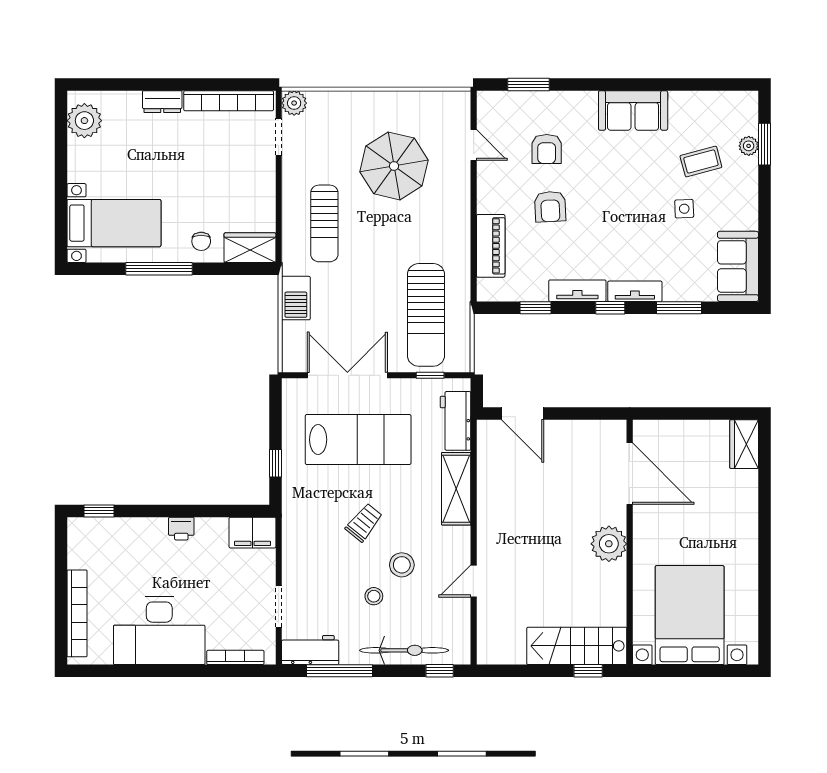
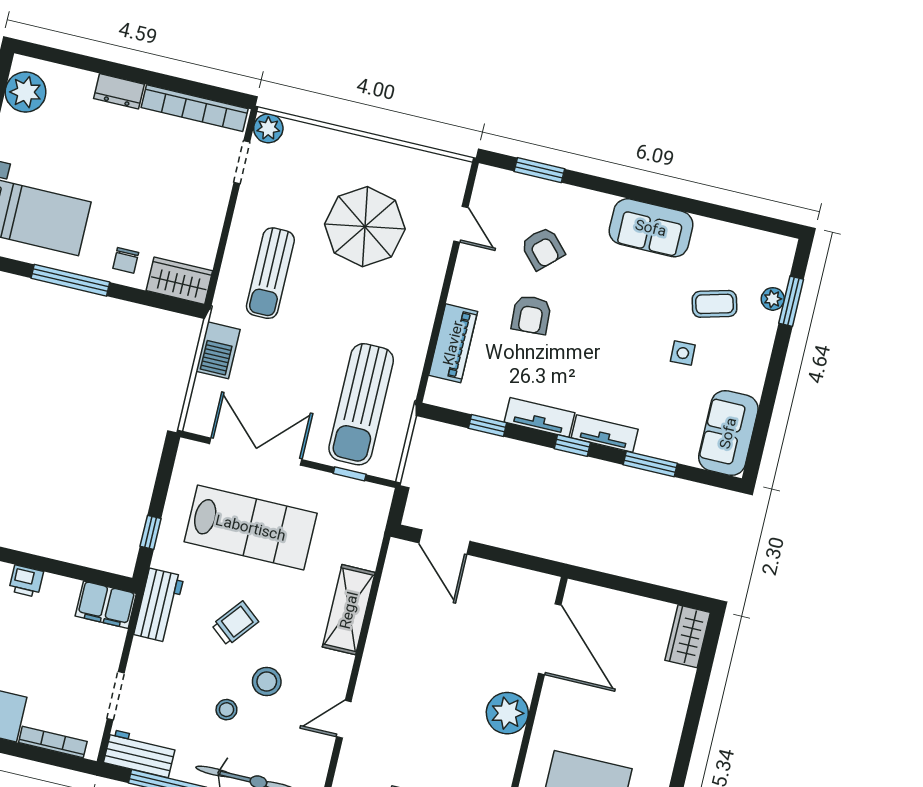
armchair: (547, 149) -> (543, 248), turned -43
workbench: (456, 421) -> (159, 605), moved, turned 180

